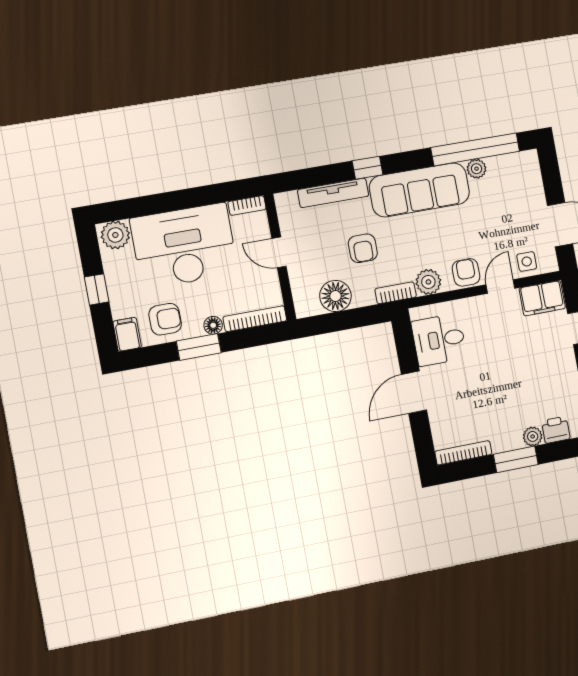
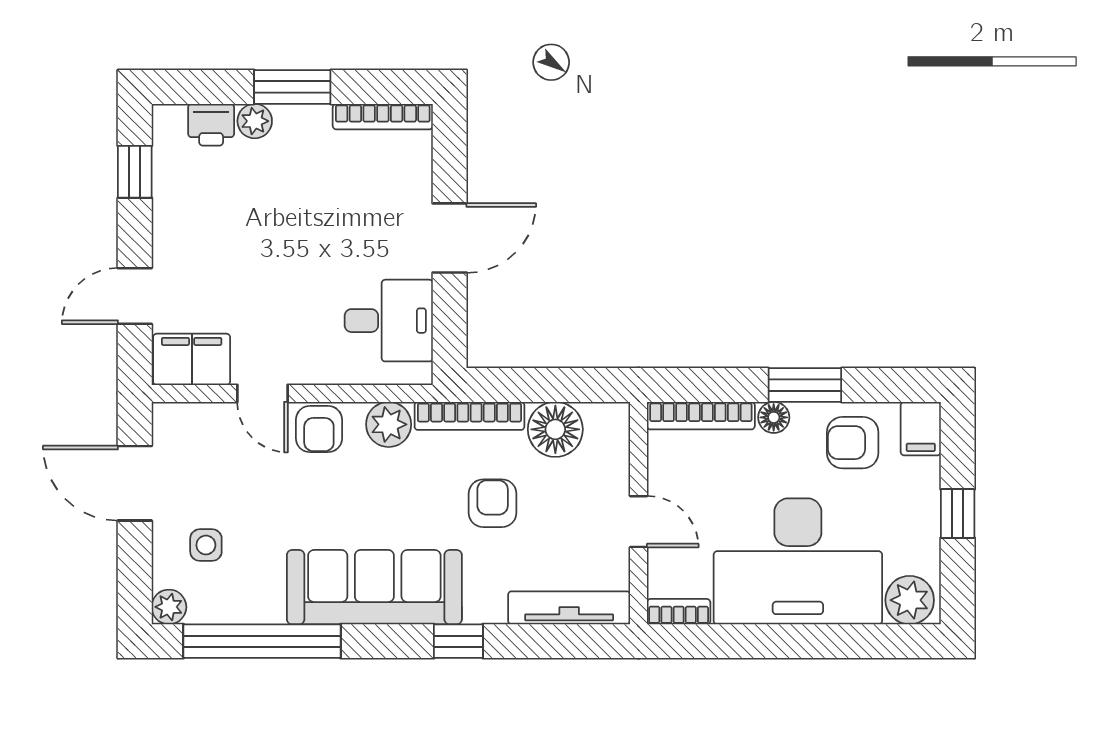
plant: (477, 169) -> (169, 607), moved
tv unit: (333, 193) -> (569, 608), moved
side table: (527, 261) -> (206, 545), moved
door: (500, 287) -> (263, 393), hinge flipped
bookcase: (396, 293) -> (469, 416), width x1.56

